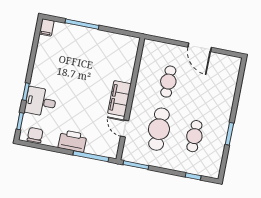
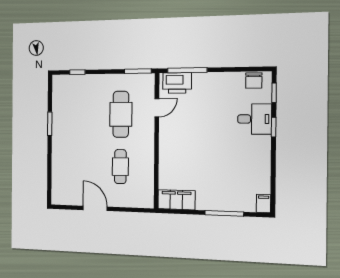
filing cabinet: (119, 99) -> (176, 200), moved, turned -90
door: (125, 128) -> (157, 108), hinge flipped
cafe table: (194, 136) -> (84, 114), removed
printer: (72, 141) -> (177, 83), moved

